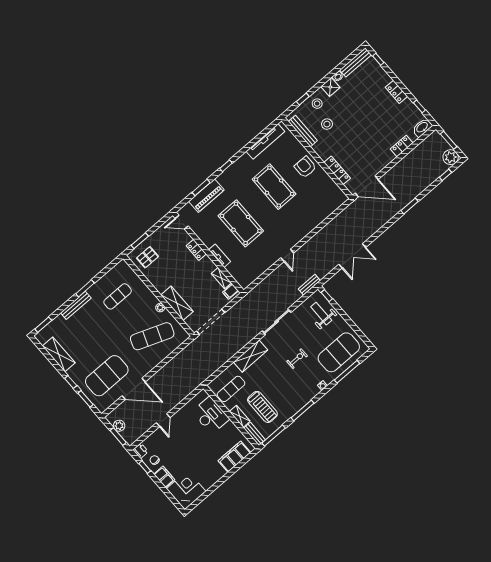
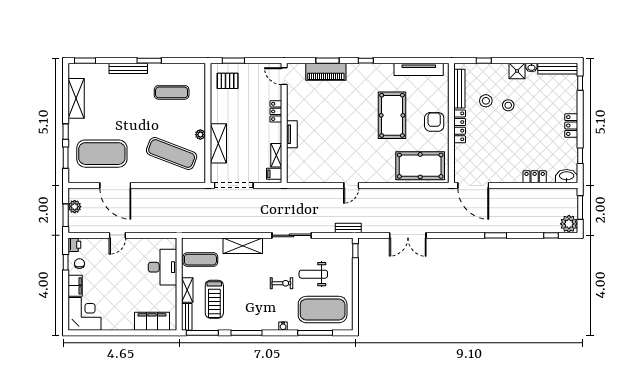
stool: (317, 104) -> (508, 105), moved
locker: (337, 170) -> (460, 126), moved
pool table: (241, 223) -> (420, 166), moved, turned 90
weight bench: (321, 314) -> (313, 274), moved, turned -90

